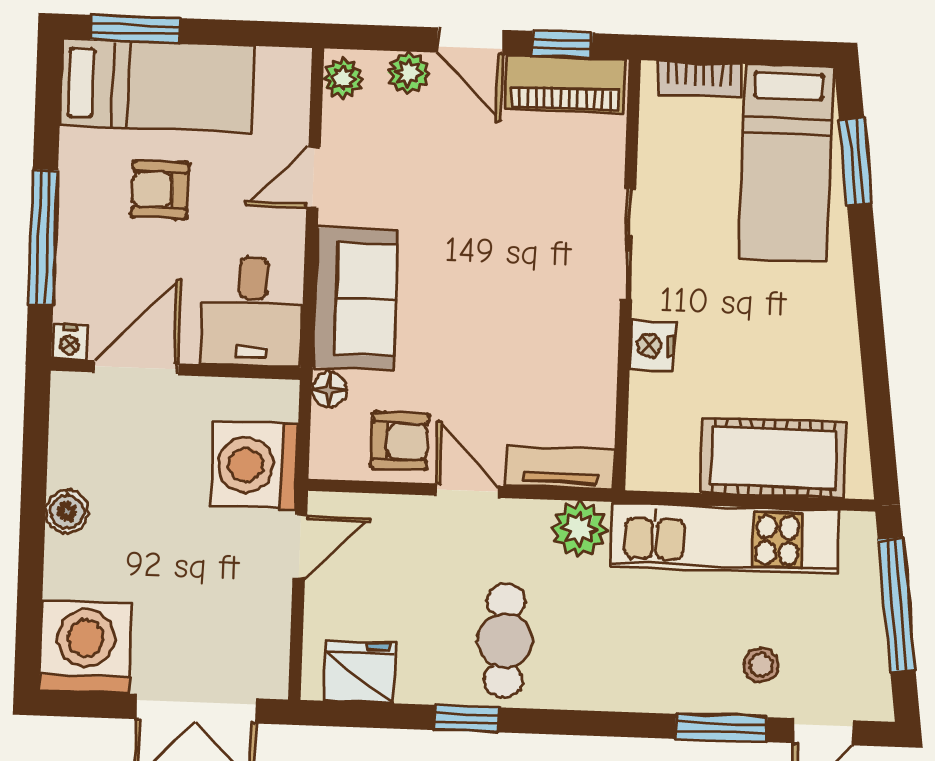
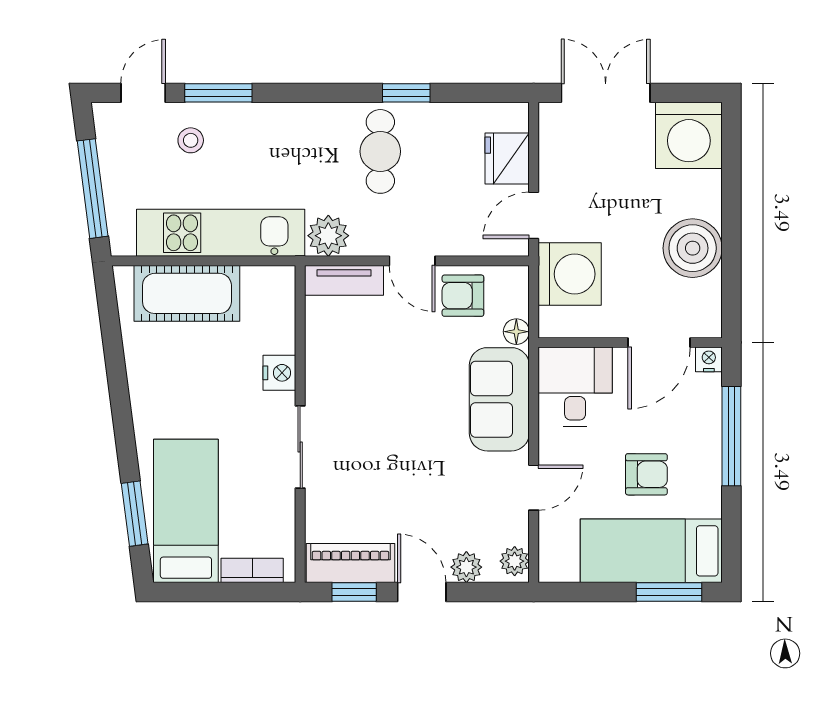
boiler: (67, 512) -> (693, 248), width x1.86, depth x1.86
fridge: (359, 672) -> (507, 158), moved, turned 90

